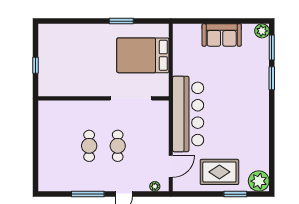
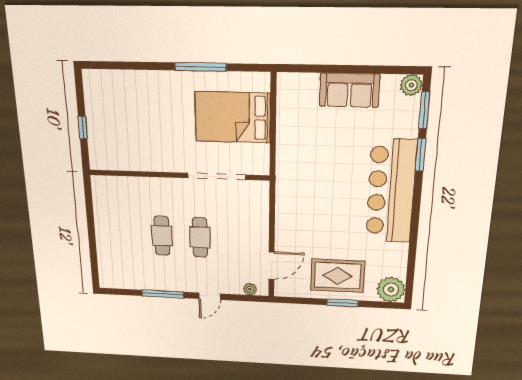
window: (121, 21) -> (200, 67), width x1.44
bar counter: (188, 114) -> (391, 191), moved, turned 180
window: (235, 194) -> (343, 303), moved

